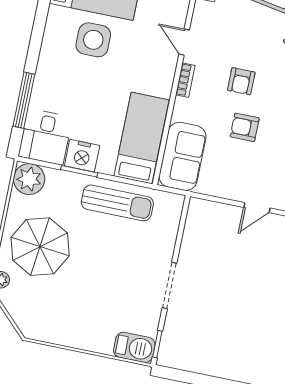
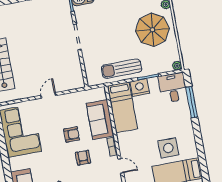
nightstand: (82, 156) -> (140, 88), moved
sofa: (183, 156) -> (100, 120), moved
plant: (29, 179) -> (177, 66), width x0.53, depth x0.53

